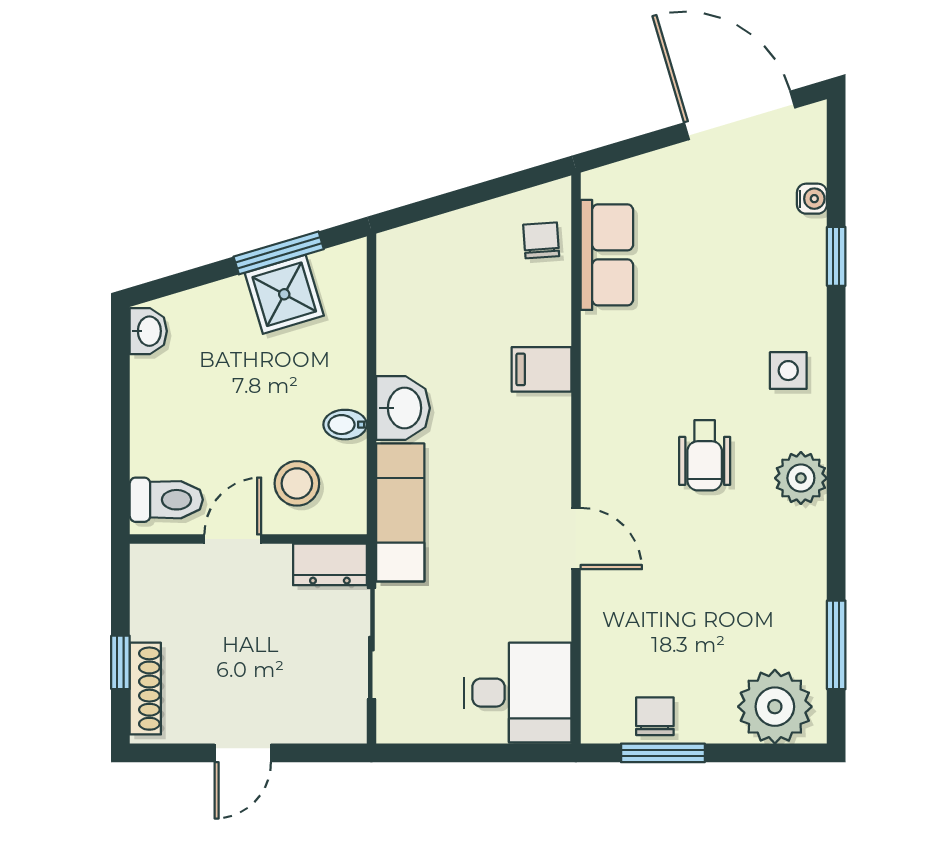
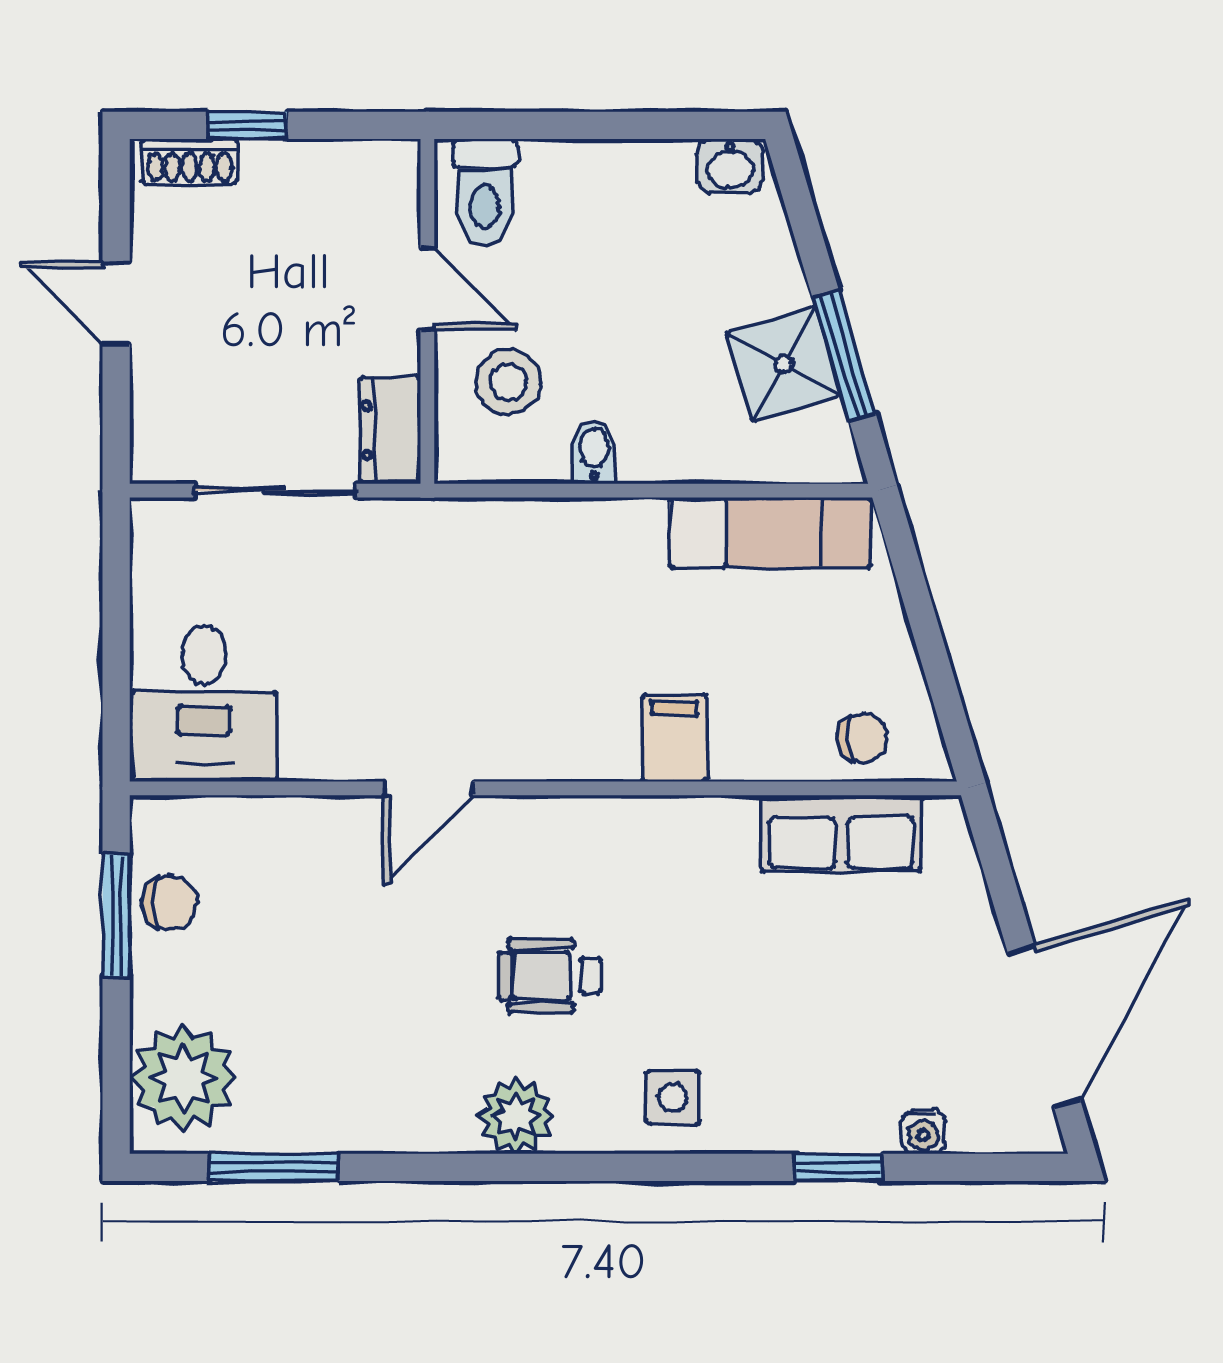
washbasin: (403, 408) -> (618, 537), removed
exam couch: (400, 512) -> (770, 533), moved
shoe rack: (145, 689) -> (190, 162), width x0.70

